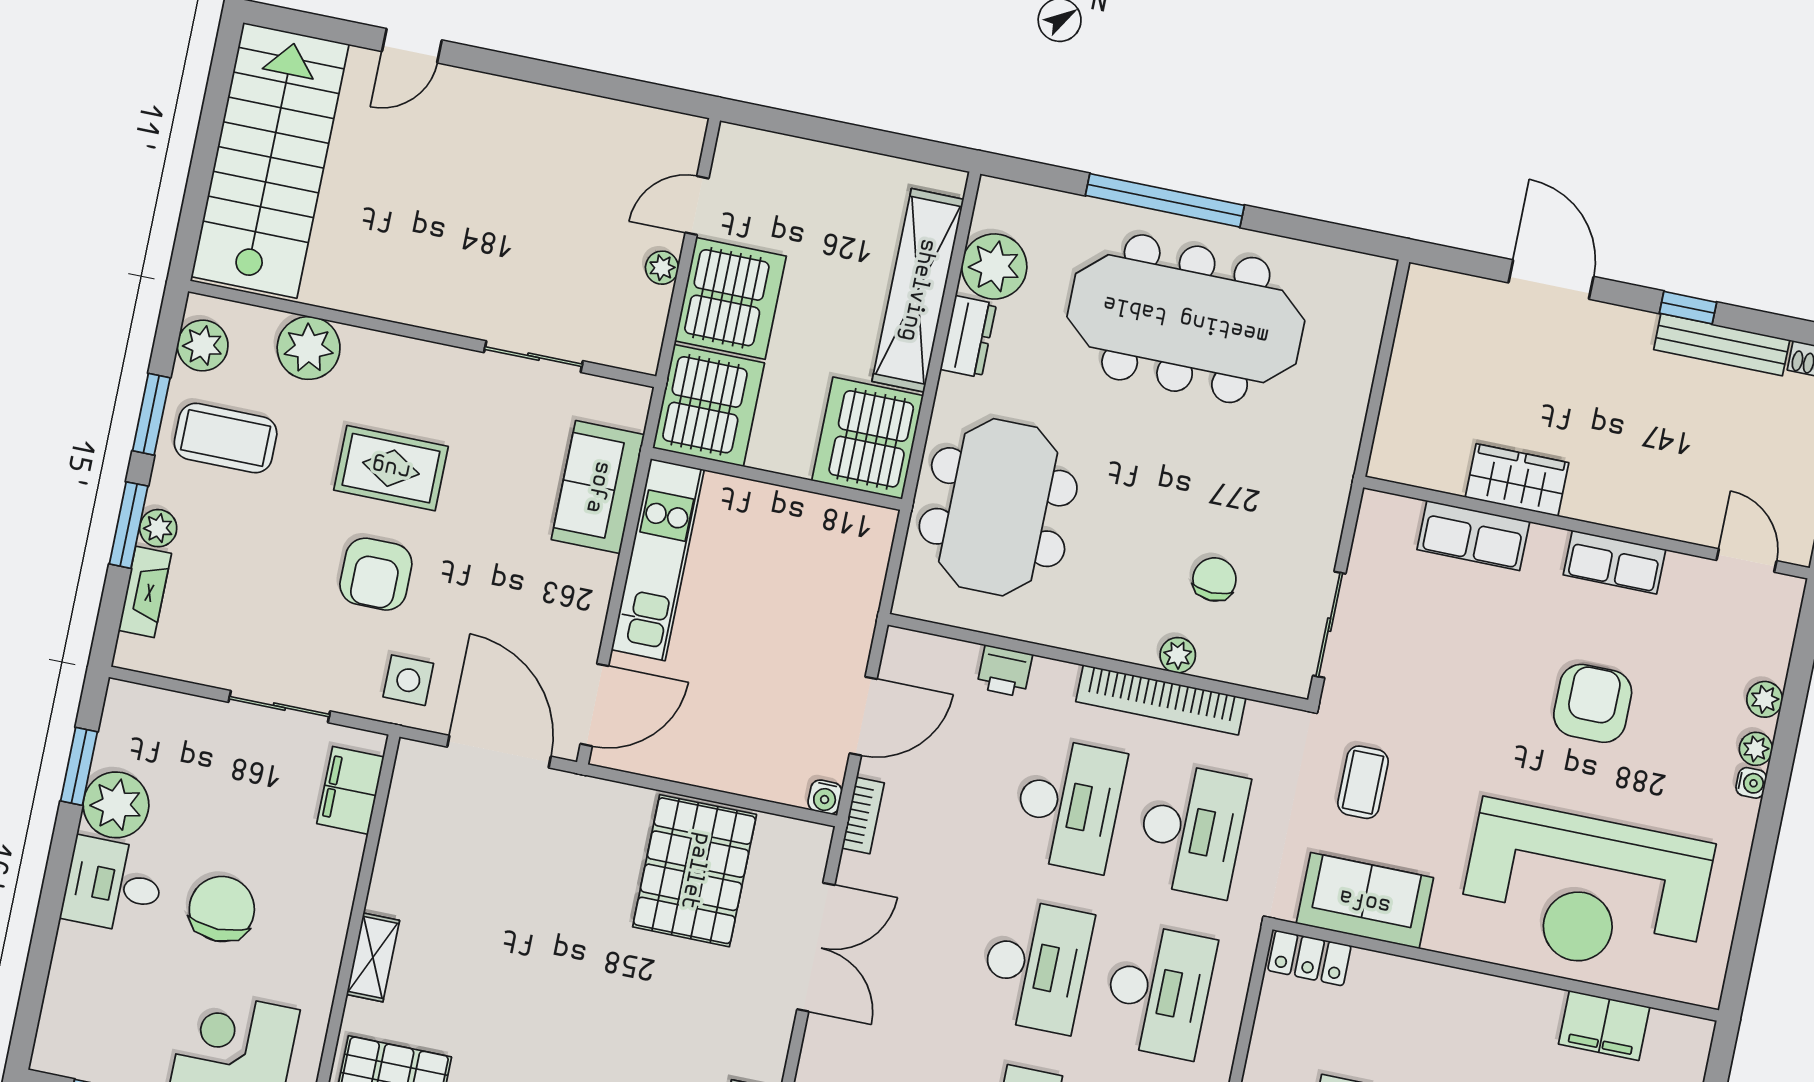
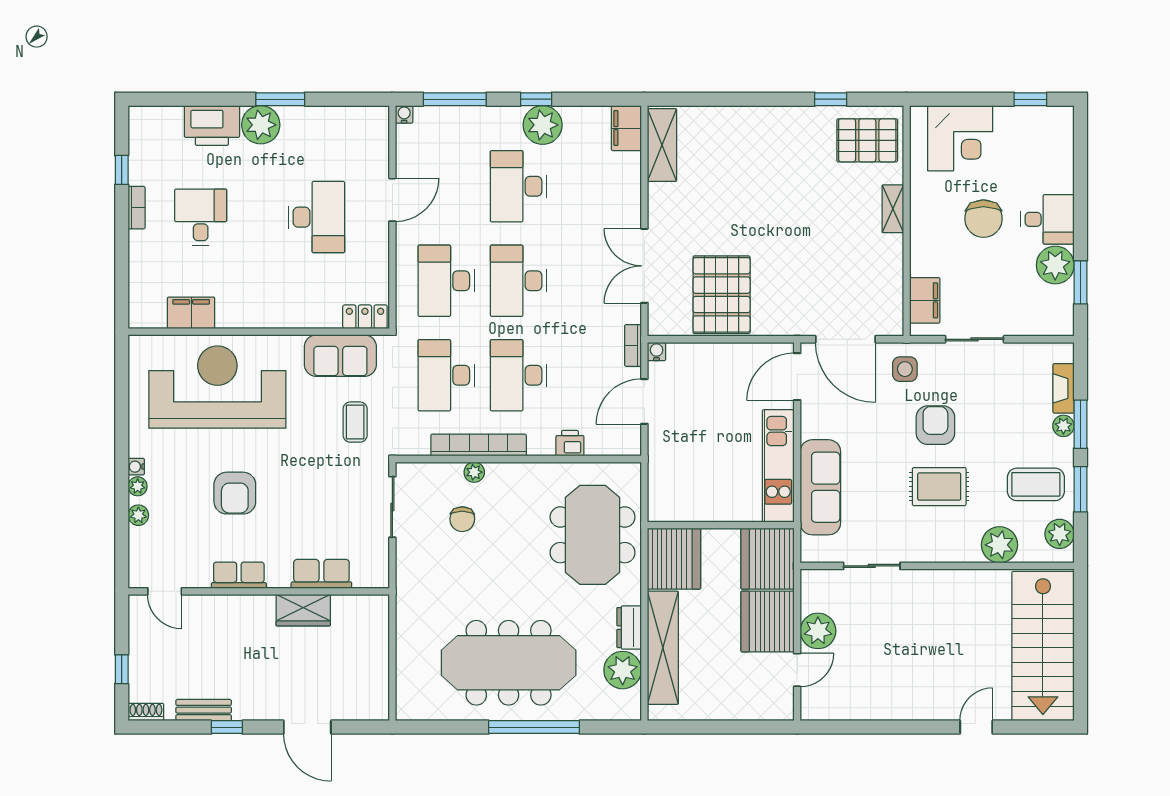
plant: (662, 268) -> (818, 631), width x1.87, depth x1.87
bench: (1722, 345) -> (204, 710), width x0.73
sofa: (598, 487) -> (820, 487), width x1.36

